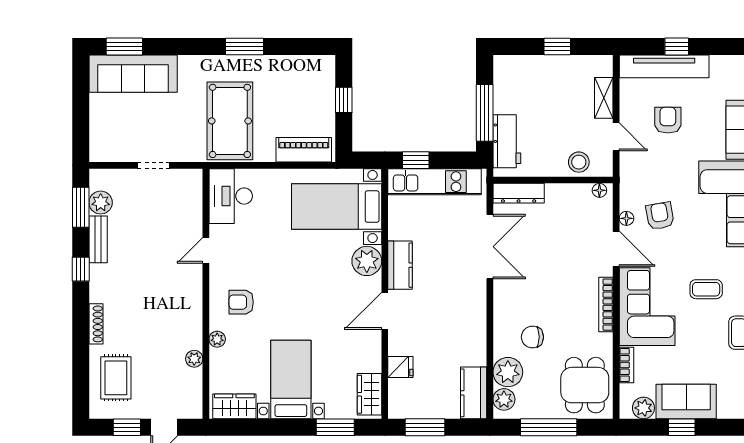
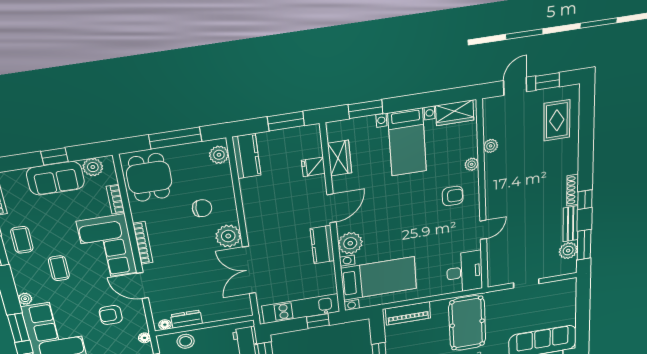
dresser: (519, 193) -> (186, 319), moved, width x0.70
armchair: (660, 216) -> (111, 315), turned 100
floor lamp: (626, 218) -> (145, 338), moved
coffee table: (706, 289) -> (59, 268), turned 90
shoe rack: (96, 324) -> (573, 190), moved
plant: (508, 372) -> (228, 236), moved
wardrobe: (370, 394) -> (340, 158), moved

